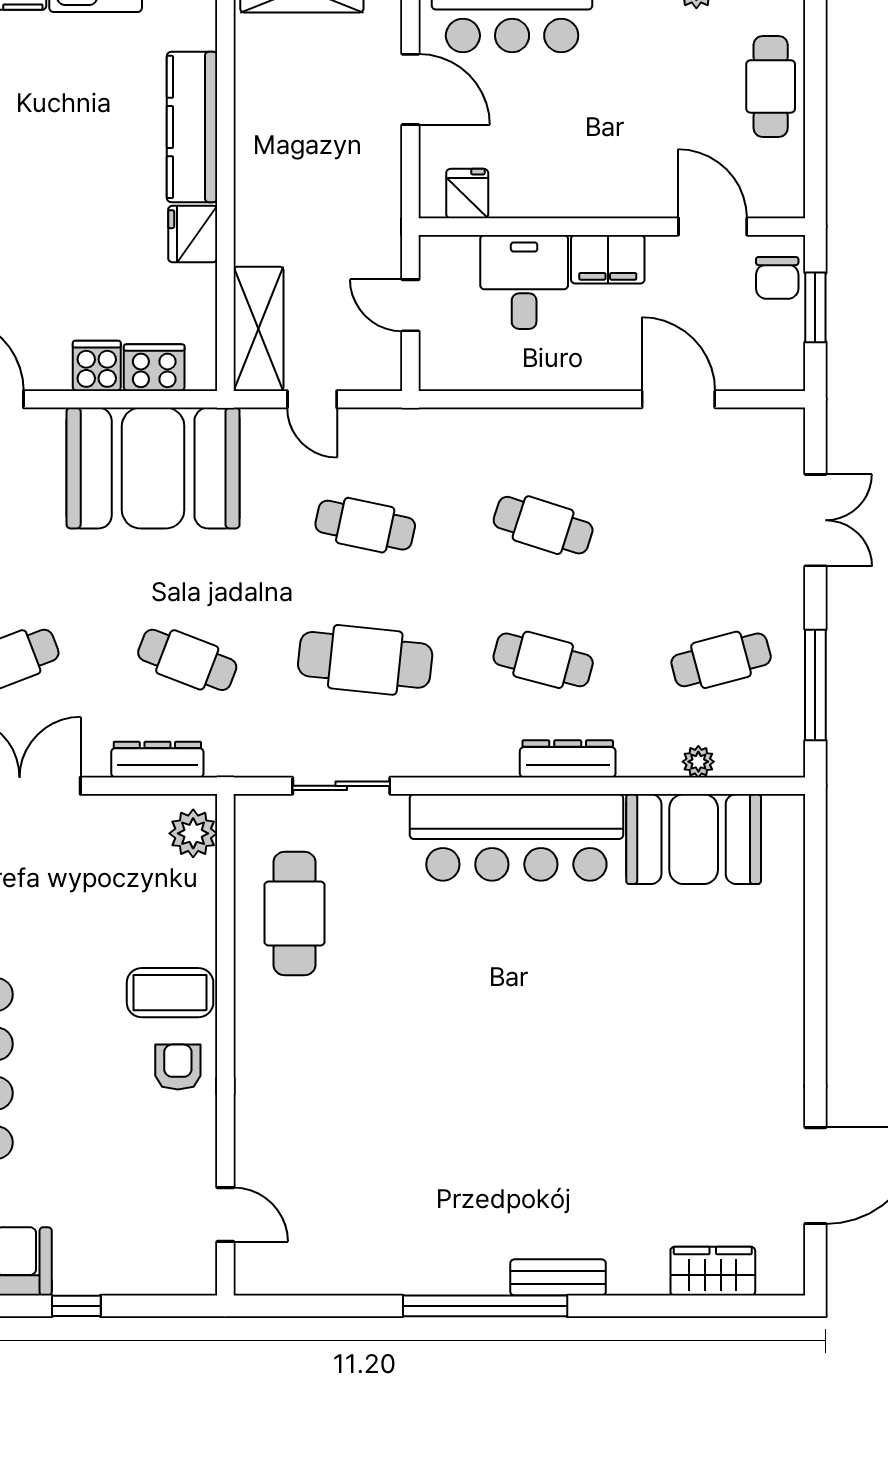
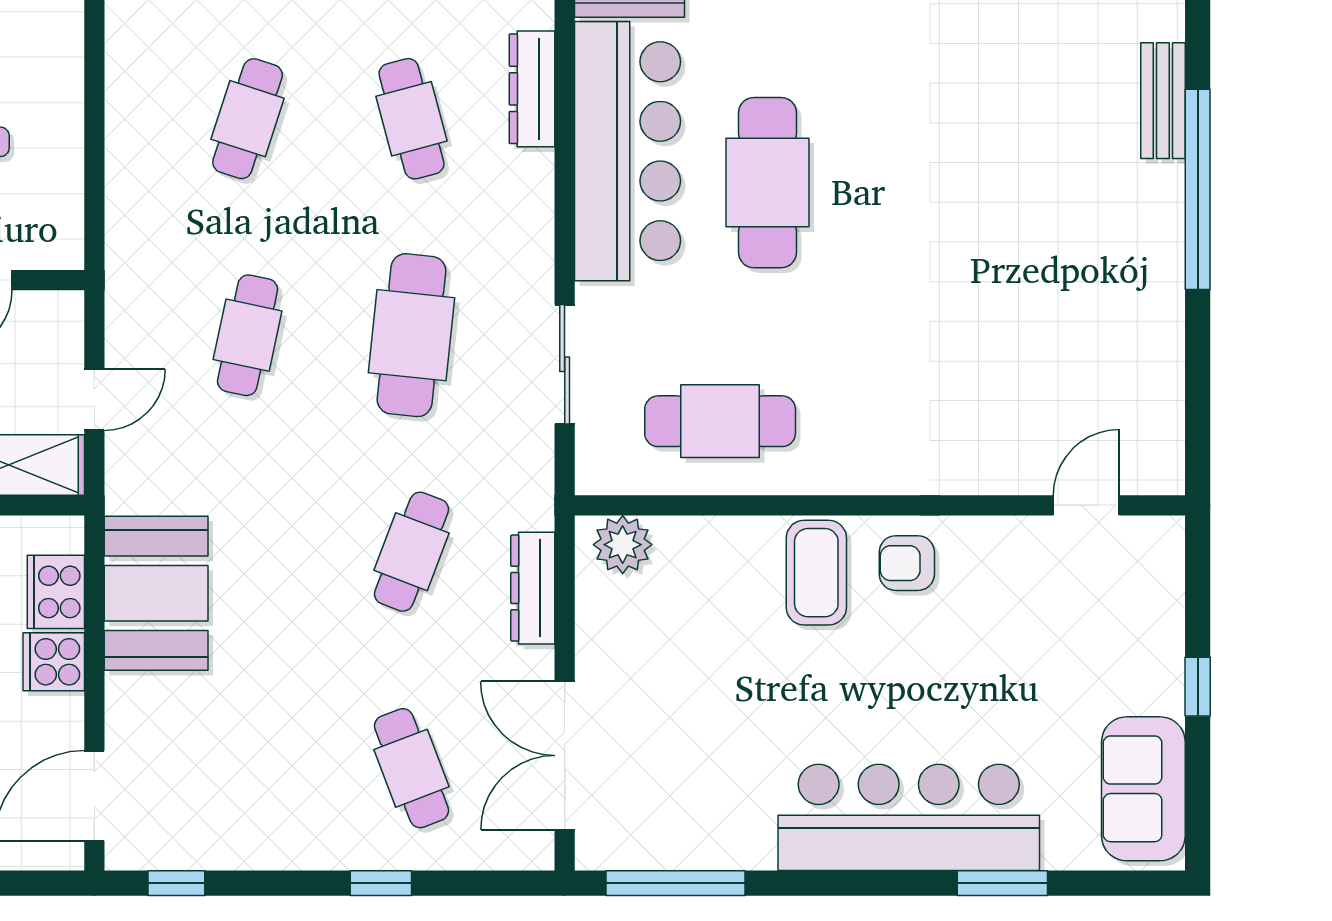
booth: (153, 468) -> (156, 593), width x0.73, depth x0.70
cafe table: (543, 660) -> (411, 119), turned -30
cafe table: (491, 952) -> (768, 183), added

